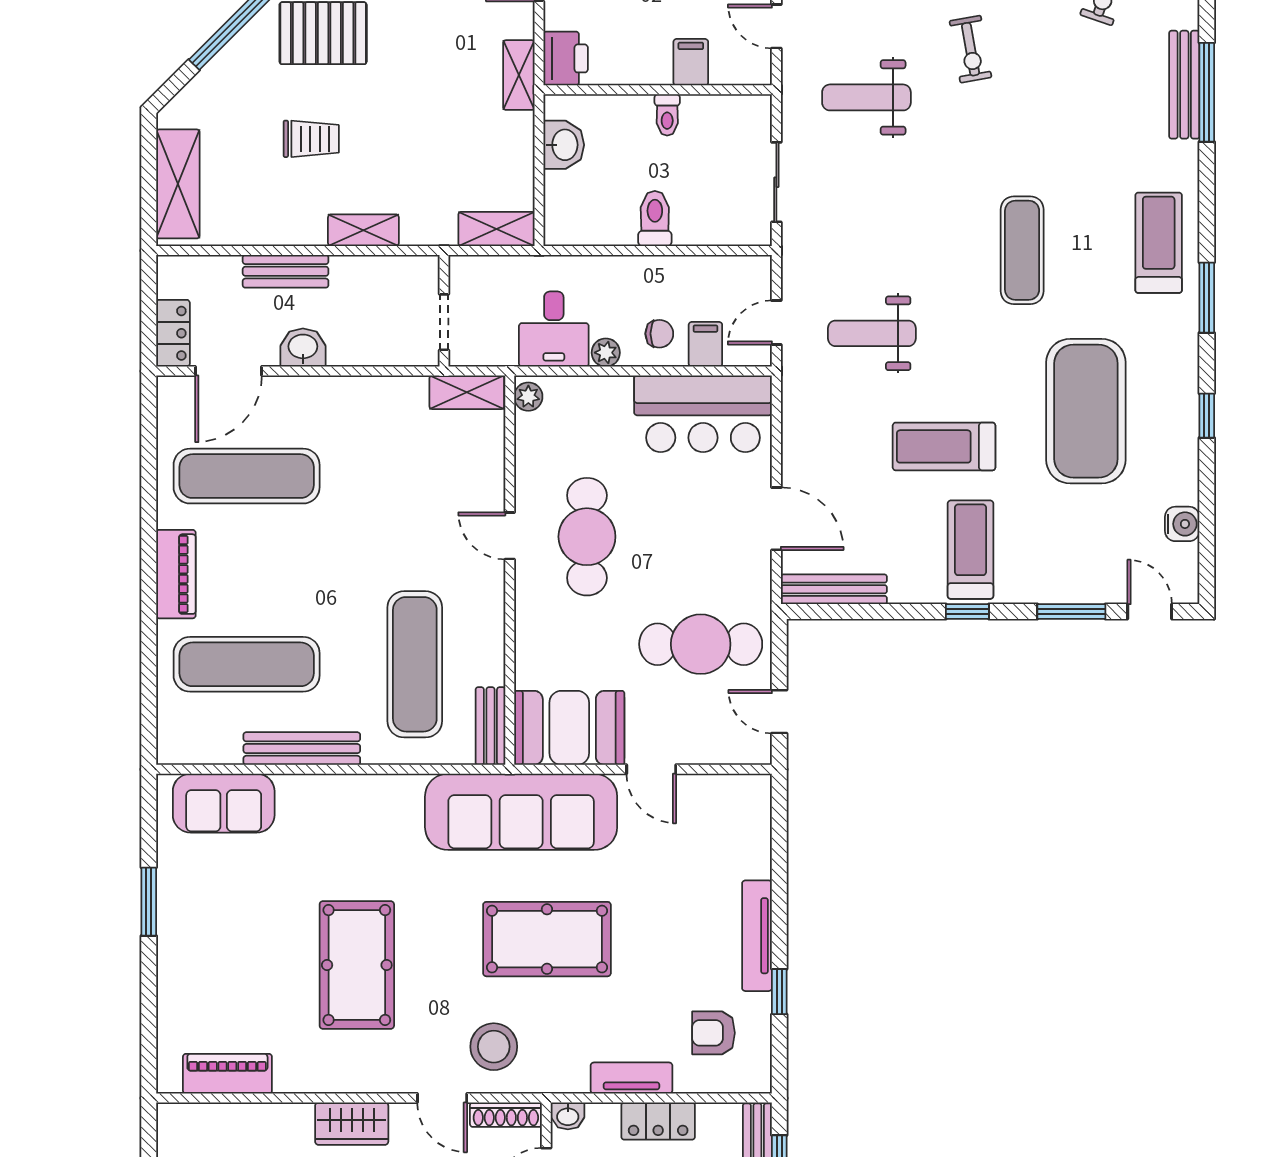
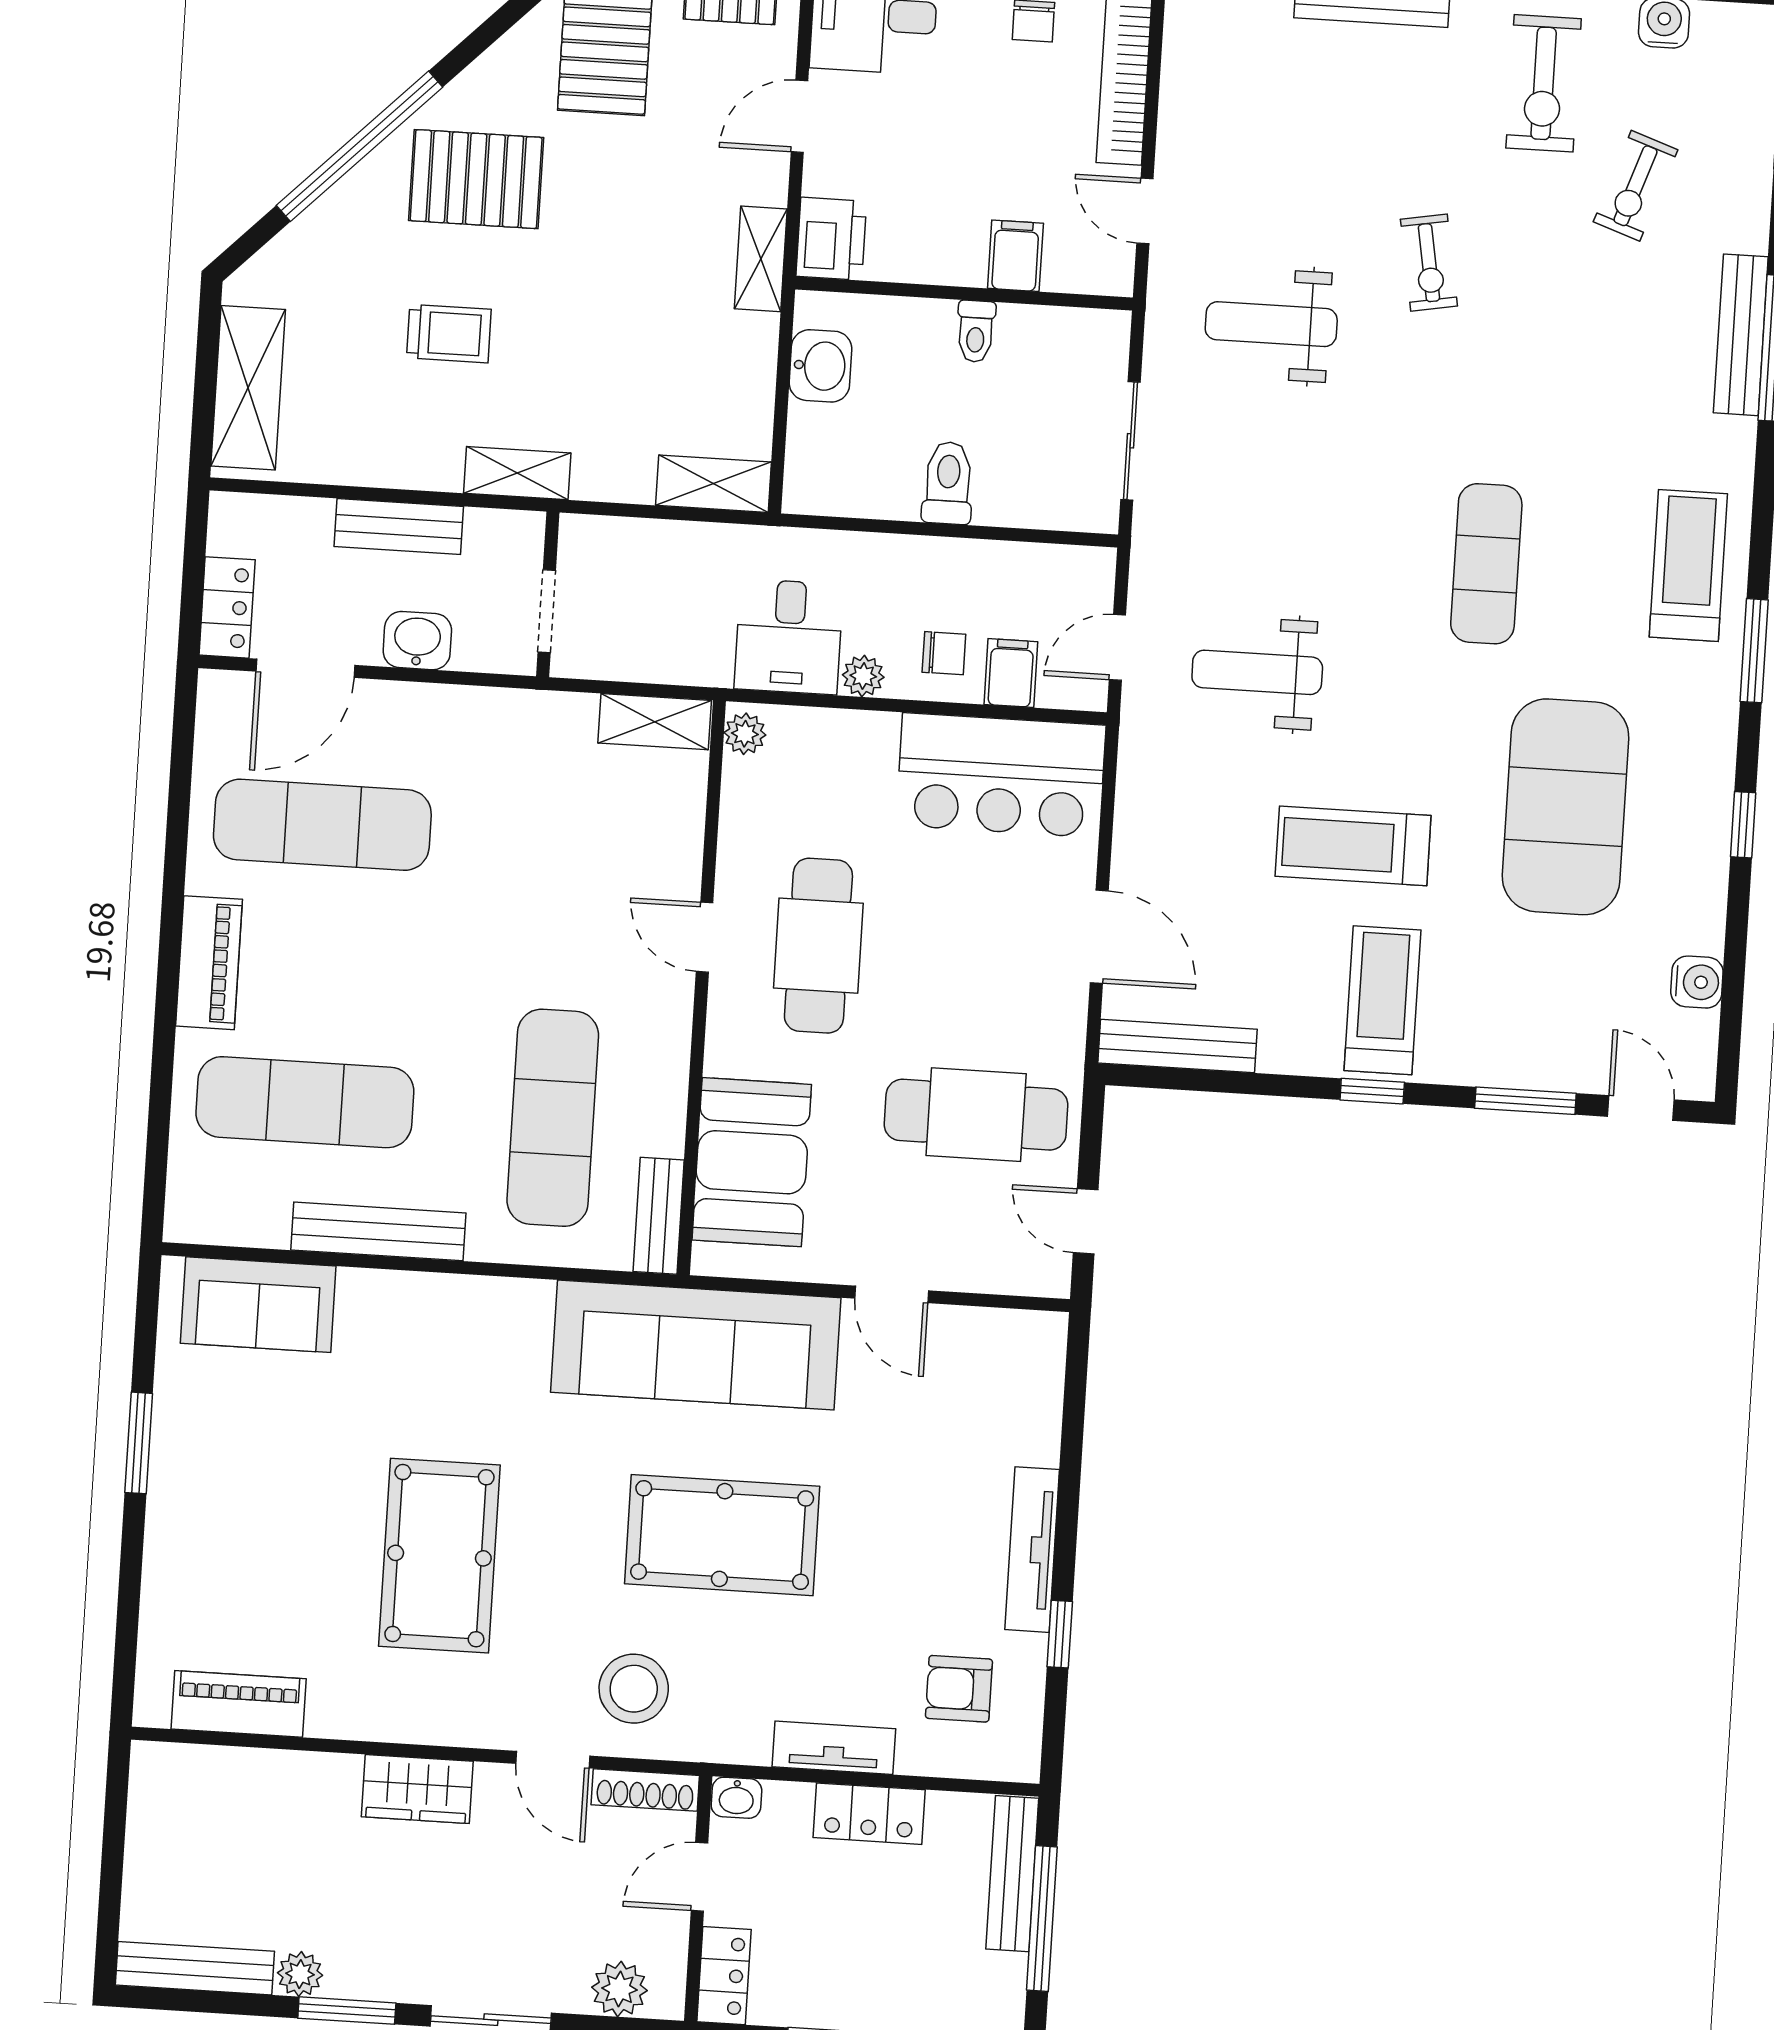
wall: (444, 311) -> (548, 594), moved
doorway: (444, 322) -> (547, 611), moved
booth: (569, 728) -> (752, 1162), moved, turned 90

